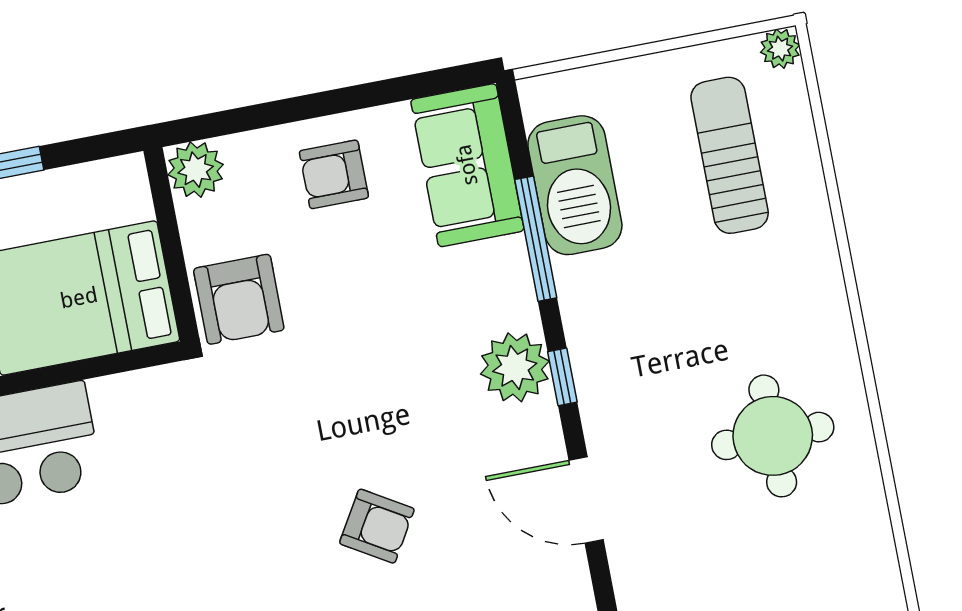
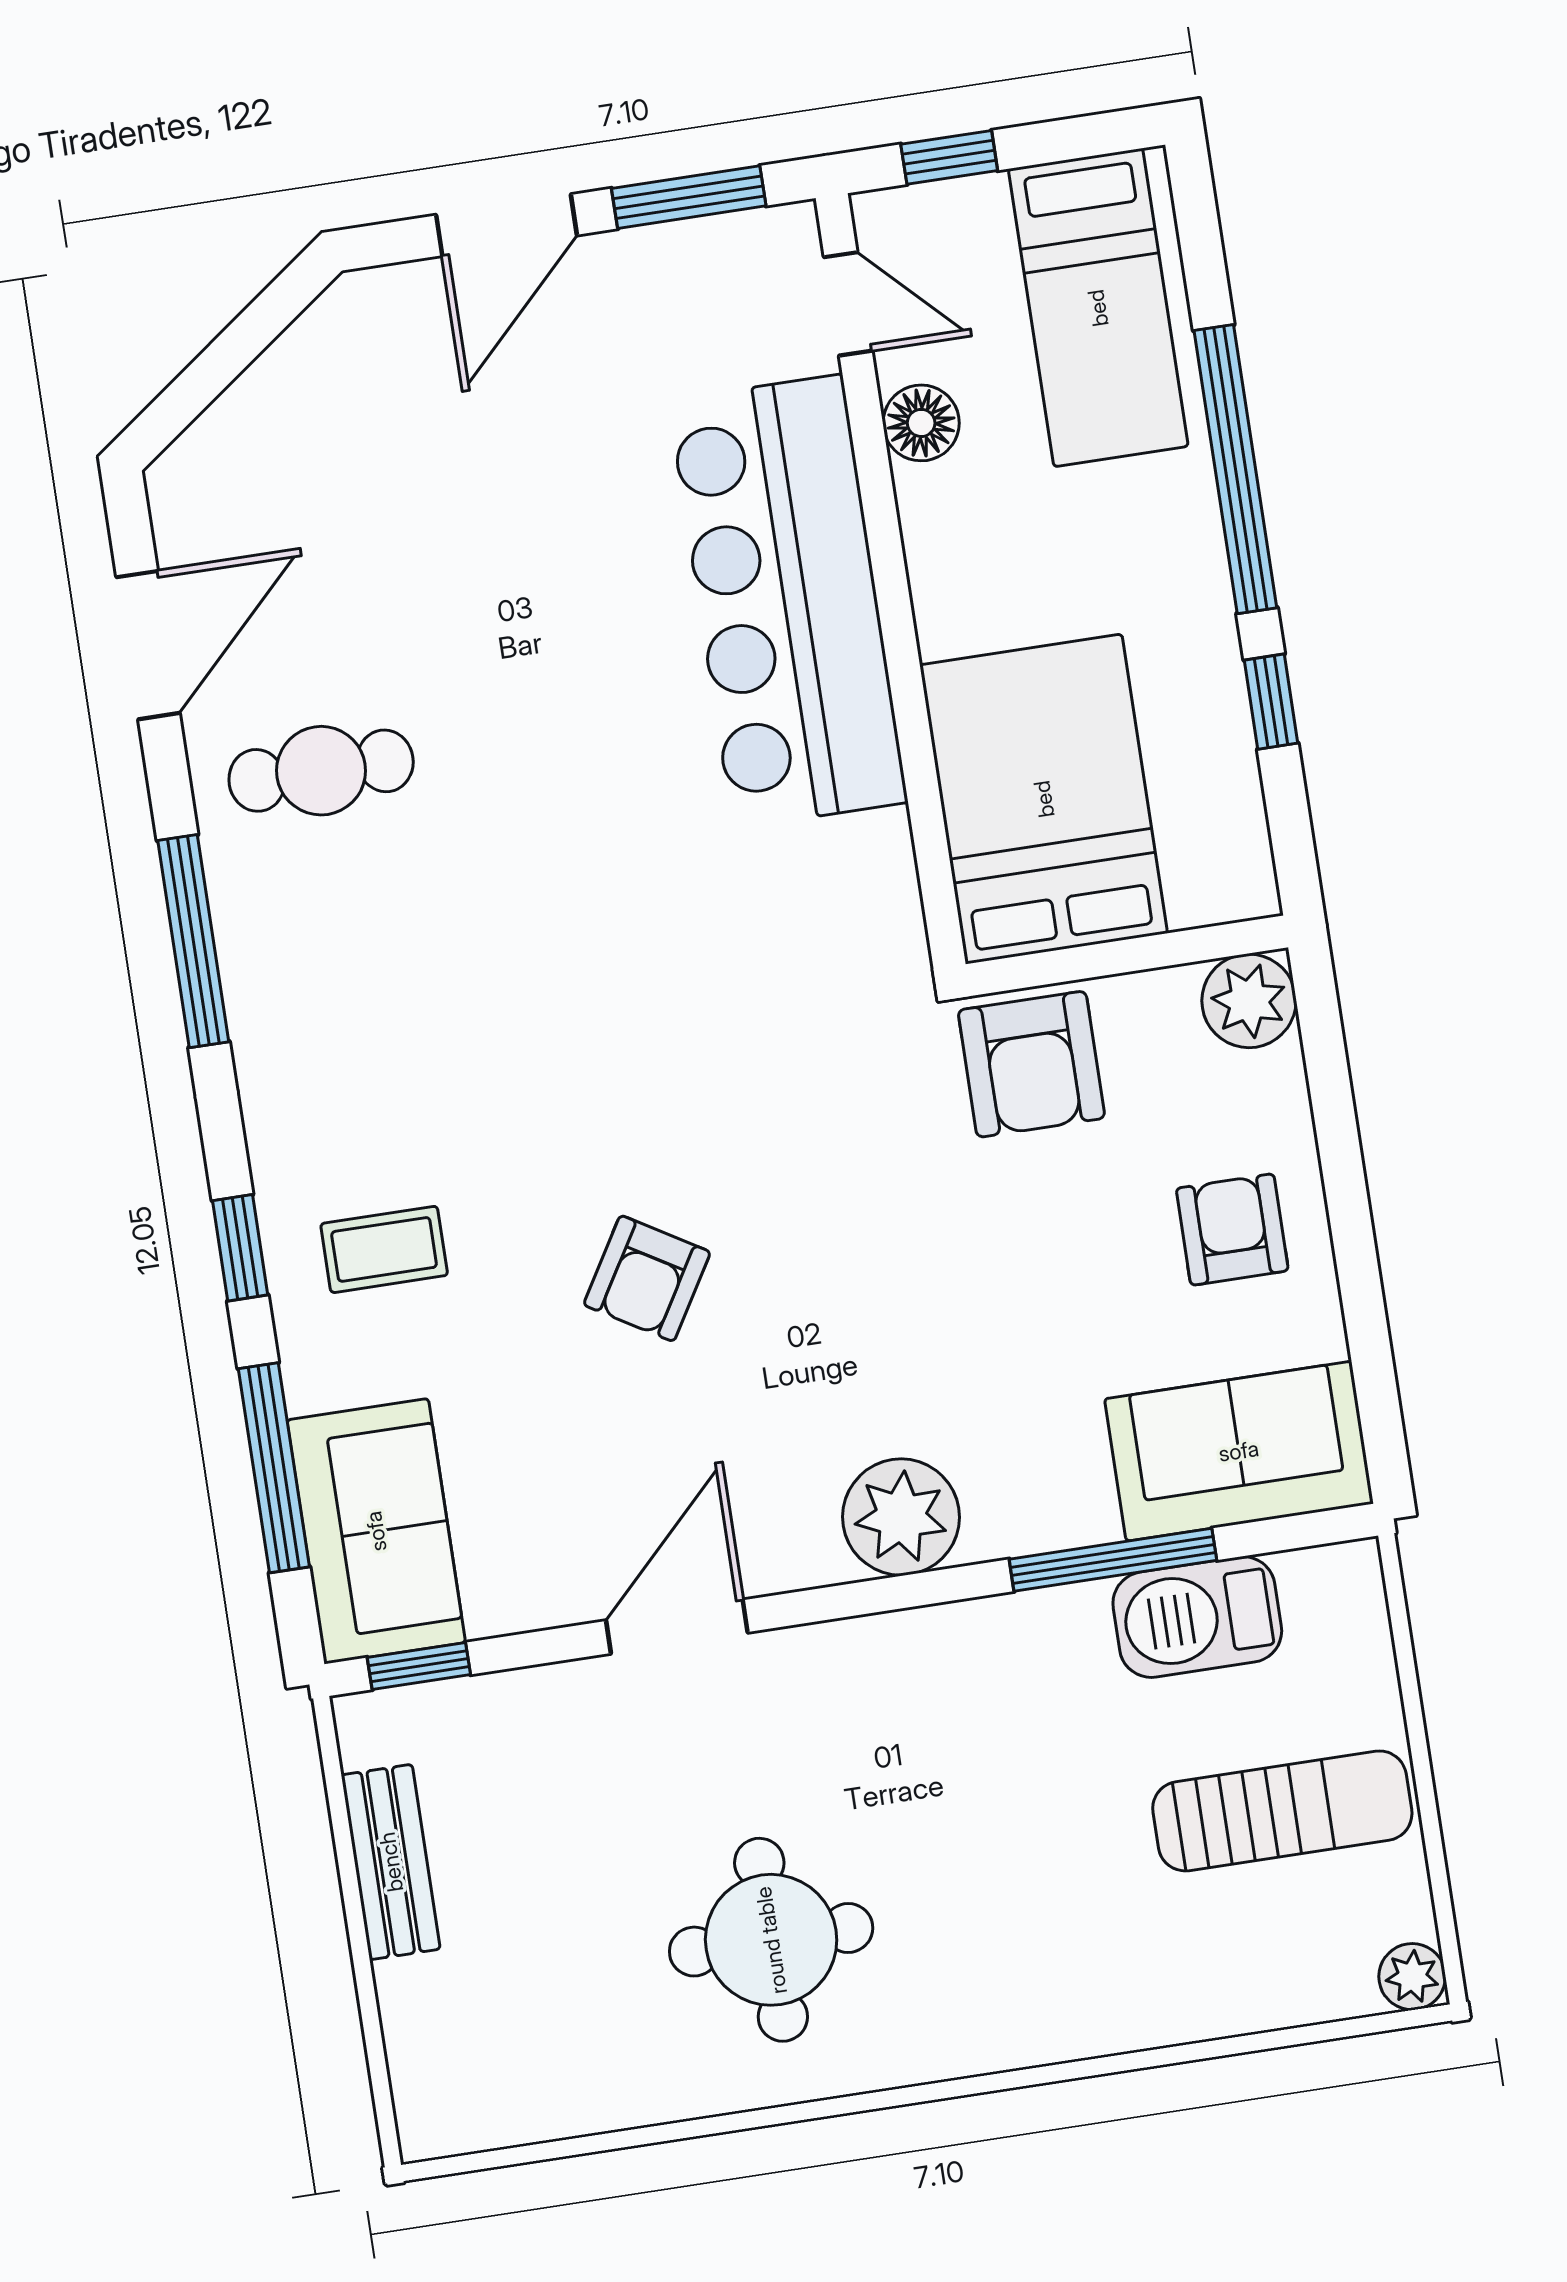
sun lounger: (730, 155) -> (1282, 1811), moved
barbecue: (575, 185) -> (1197, 1617), width x0.73, depth x0.83
armchair: (239, 299) -> (1031, 1064), turned -90
window: (562, 377) -> (882, 1595), removed

